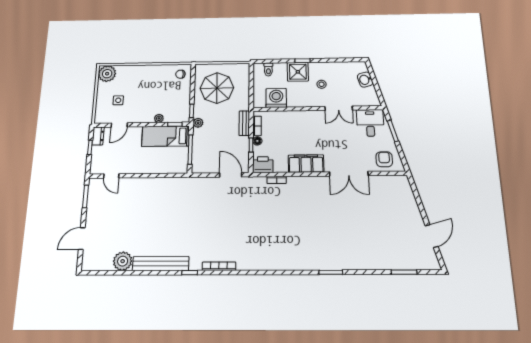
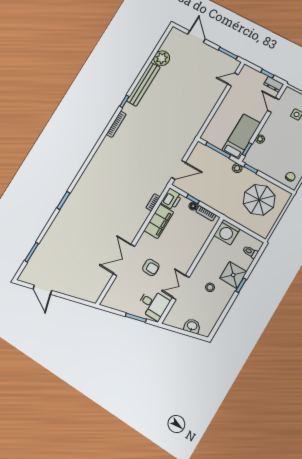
washing machine: (276, 98) -> (227, 232), moved, turned 90
bench: (244, 123) -> (214, 204), removed
armchair: (384, 159) -> (151, 267), moved
filing cabinet: (306, 164) -> (159, 221), moved

